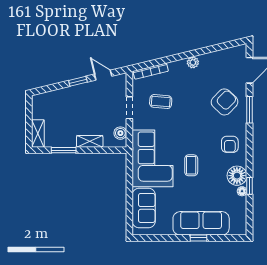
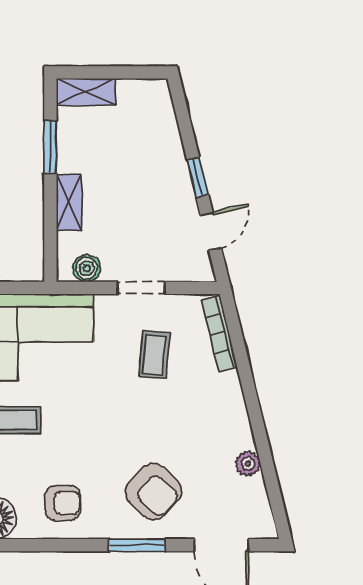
plant: (193, 62) -> (248, 464), moved
armchair: (230, 144) -> (63, 503), turned 180

